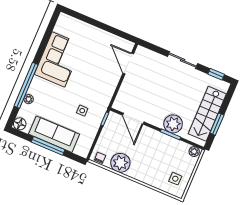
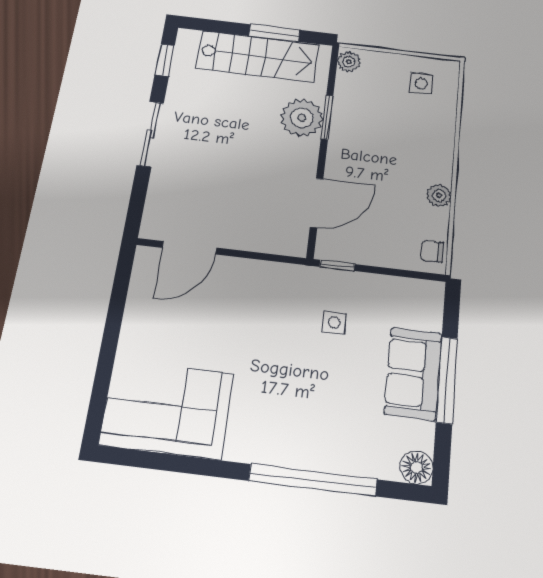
corner sofa: (58, 59) -> (167, 409), moved
plant: (29, 99) -> (347, 463), removed
sofa: (54, 134) -> (413, 373), width x0.73
plant: (120, 163) -> (439, 196), width x0.53, depth x0.53

